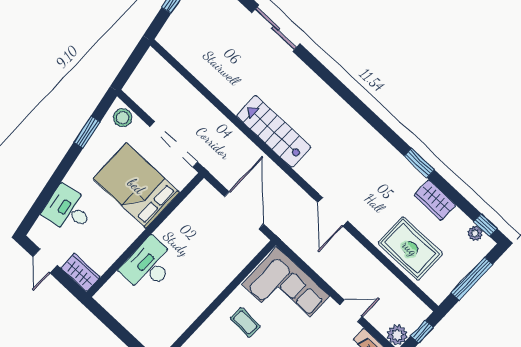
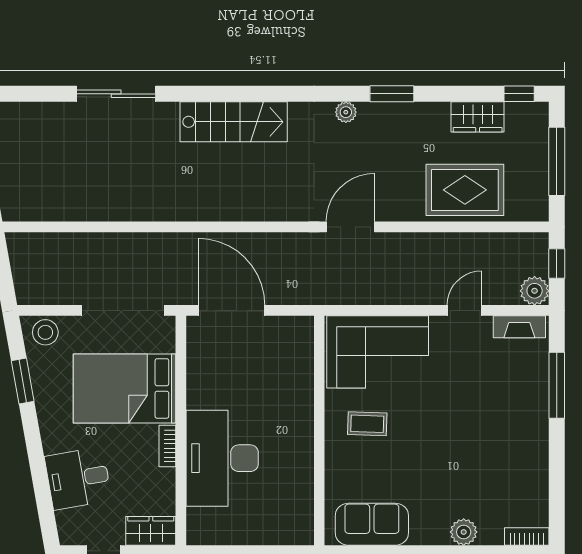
stairs: (274, 132) -> (234, 122), moved, turned 180
wardrobe: (435, 200) -> (478, 117), moved
door: (244, 210) -> (232, 310), moved
door: (333, 212) -> (350, 227), swing flipped
plant: (475, 233) -> (346, 112), moved
bookcase: (131, 236) -> (167, 446), added
desk: (149, 265) -> (222, 458), width x1.36, depth x1.30

